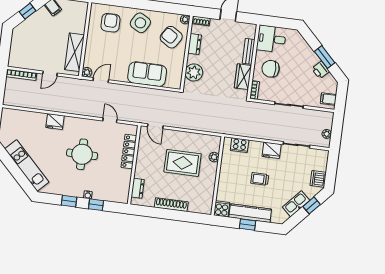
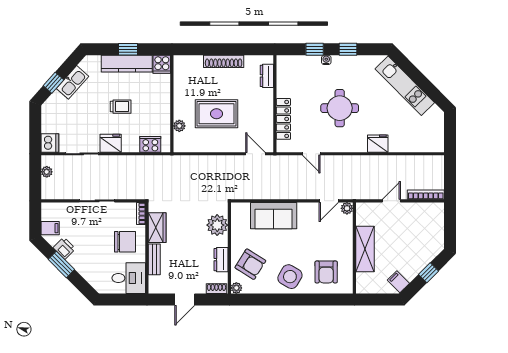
shelving: (75, 52) -> (365, 249), moved
filing cabinet: (328, 99) -> (50, 228), moved
dishwasher: (318, 179) -> (50, 143), moved

